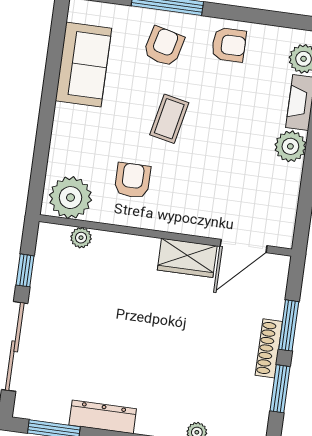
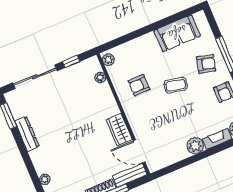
armchair: (133, 180) -> (139, 85), turned 180
plant: (70, 198) -> (108, 60), width x0.53, depth x0.53
bench: (275, 286) -> (130, 175), added

